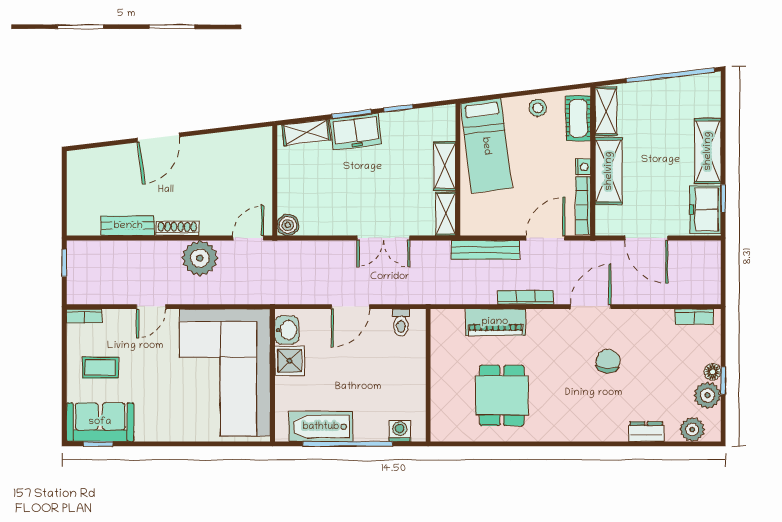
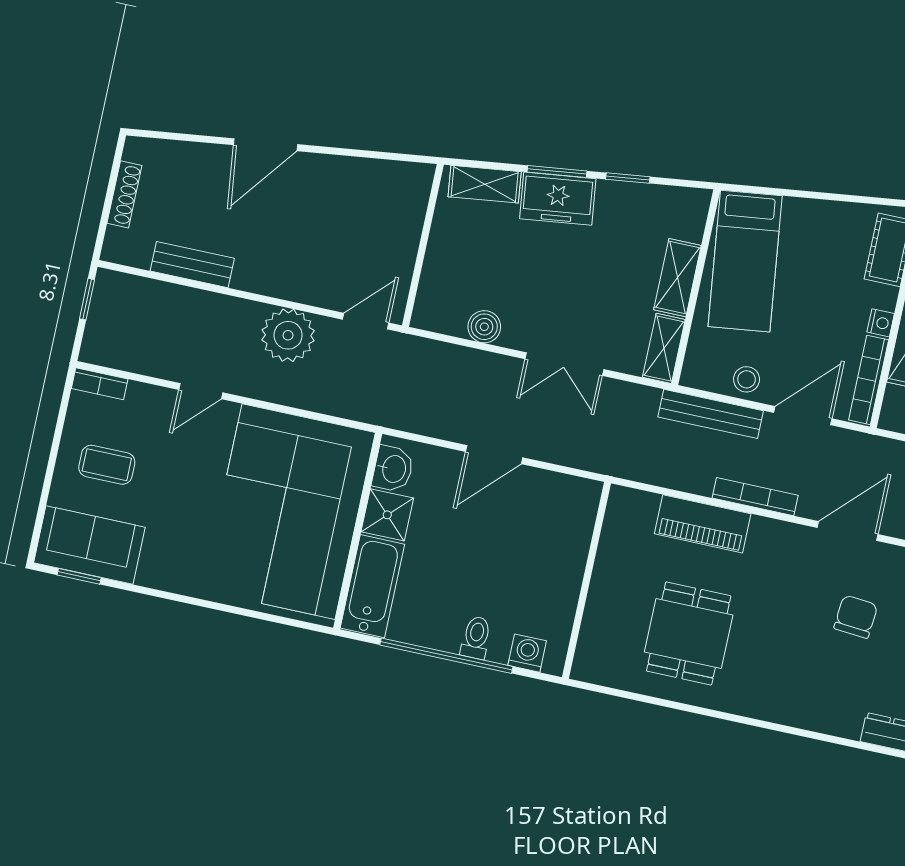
stool: (538, 108) -> (747, 379), moved
boiler: (288, 225) -> (484, 327), moved
shoe rack: (177, 228) -> (124, 194), moved, turned 90
toilet: (401, 323) -> (476, 638), moved, turned 180
bathtub: (321, 427) -> (372, 586), moved, turned 90

